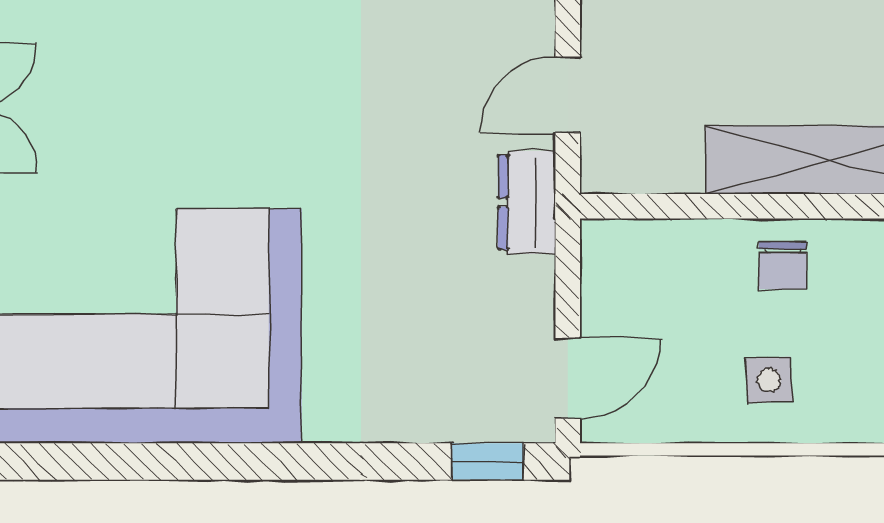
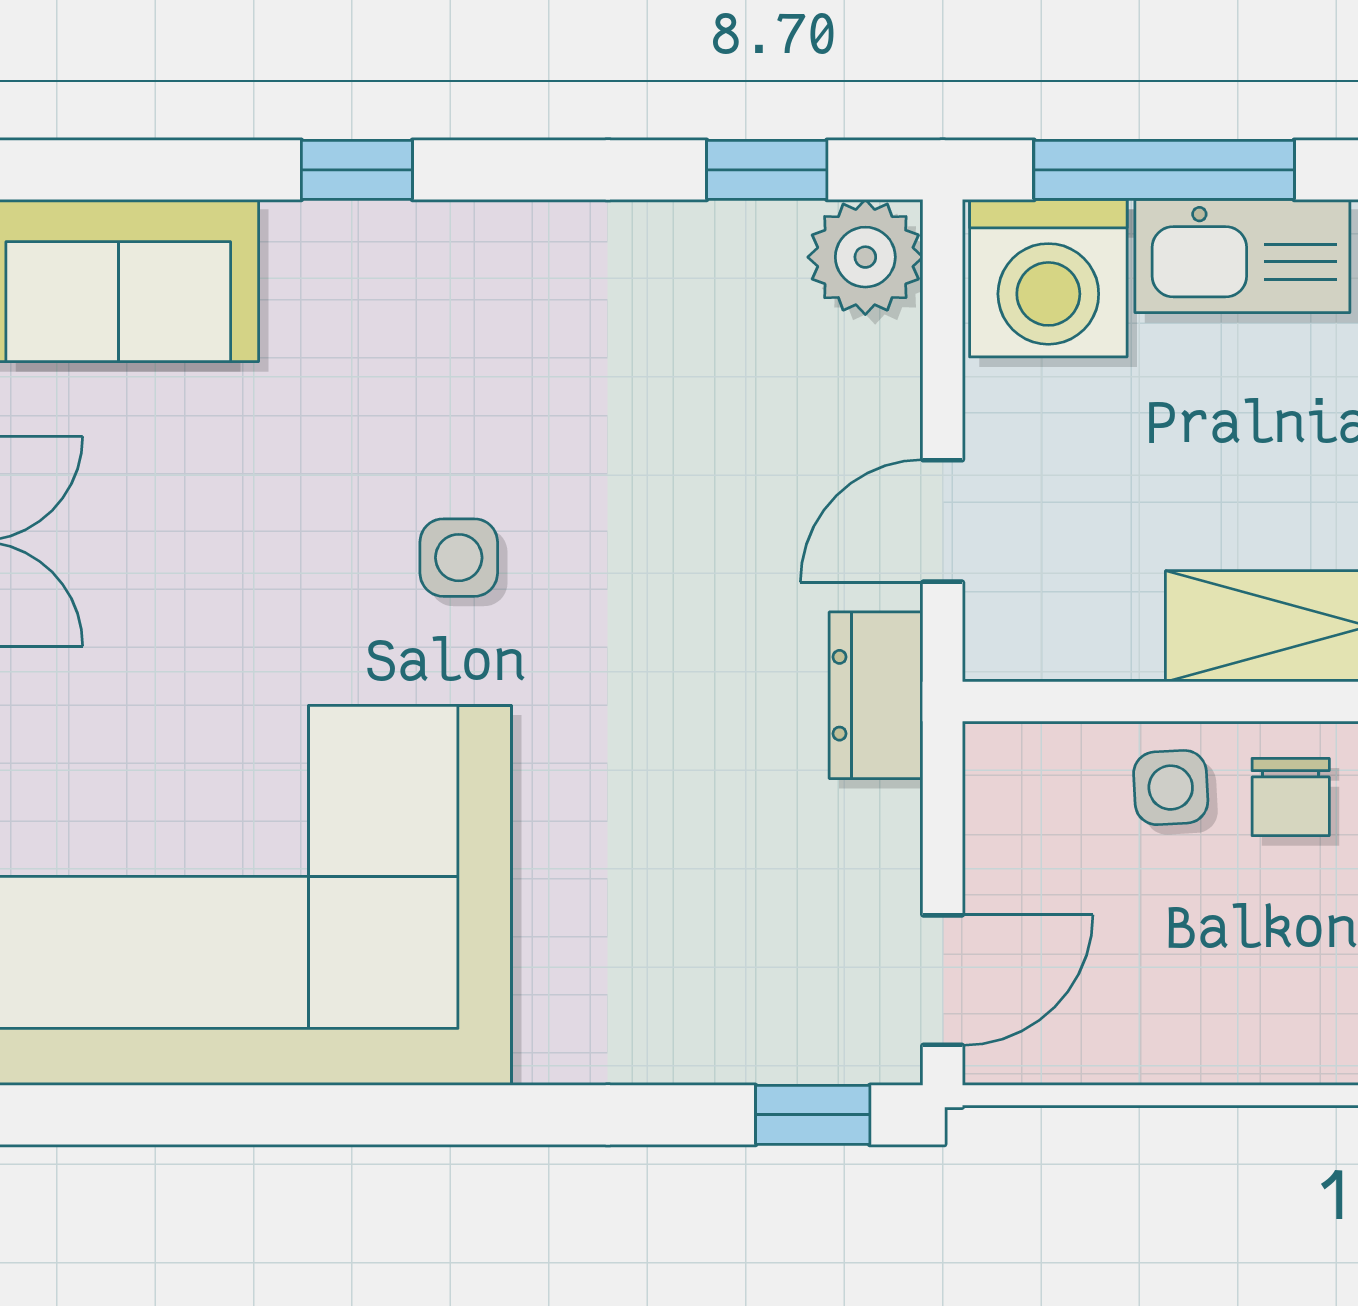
side table: (269, 117) -> (459, 558), added
side table: (769, 380) -> (1171, 788), moved

